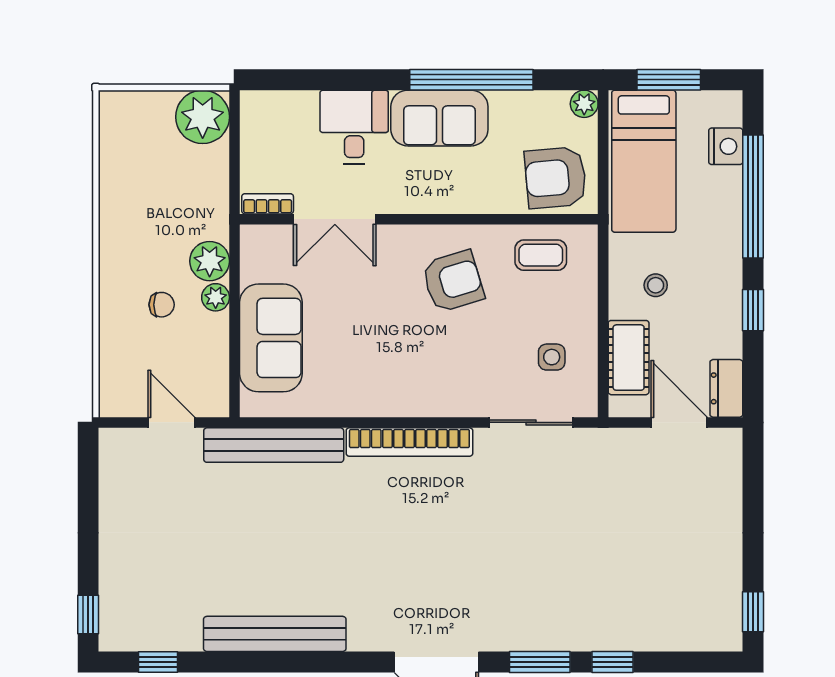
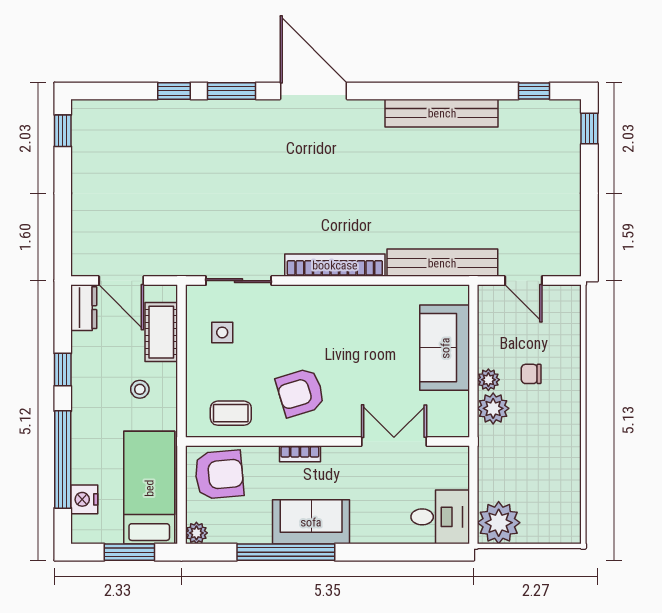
desk: (354, 127) -> (440, 517), moved, turned -90
bookcase: (268, 204) -> (300, 454), moved

